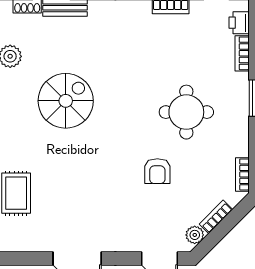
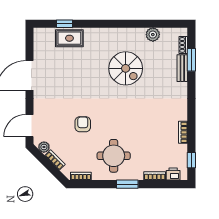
round table: (186, 112) -> (114, 156), moved
armchair: (157, 171) -> (83, 124), turned 90

